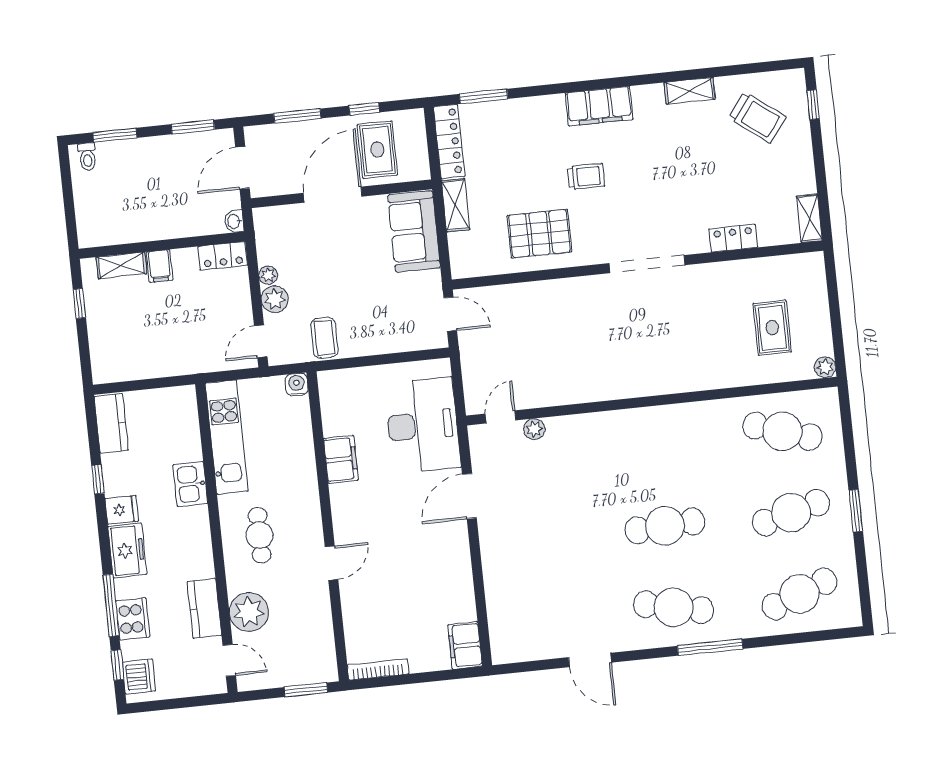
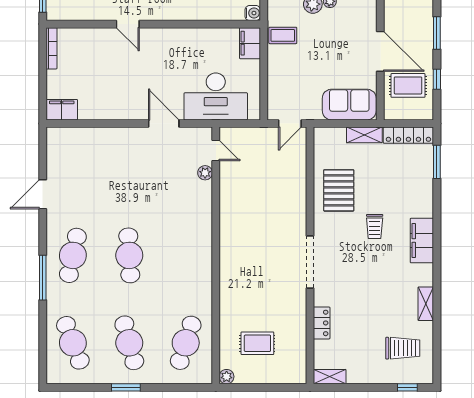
trolley: (757, 117) -> (403, 348), turned -127
filing cabinet: (341, 459) -> (250, 43), moved, turned 90

